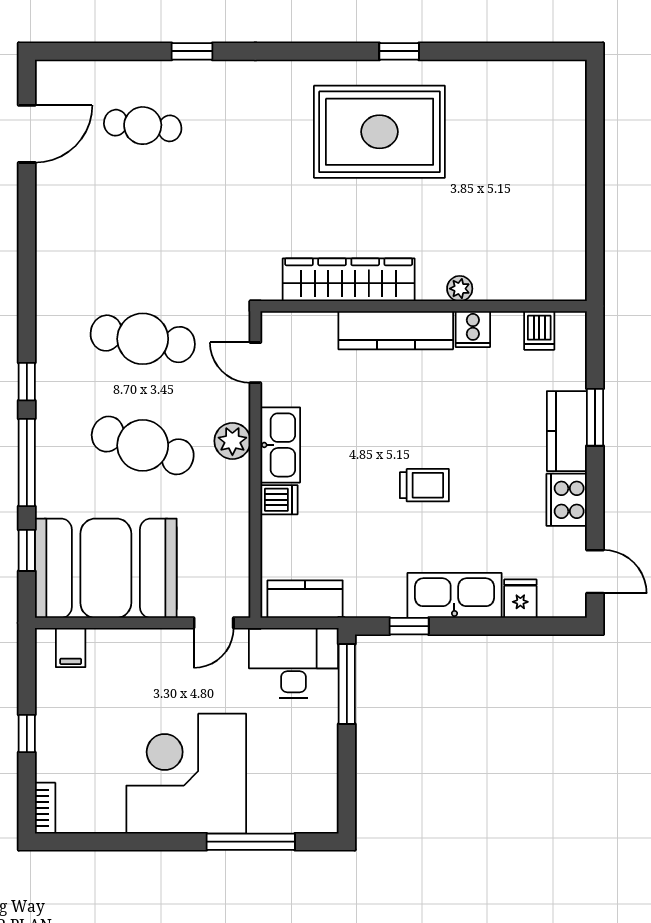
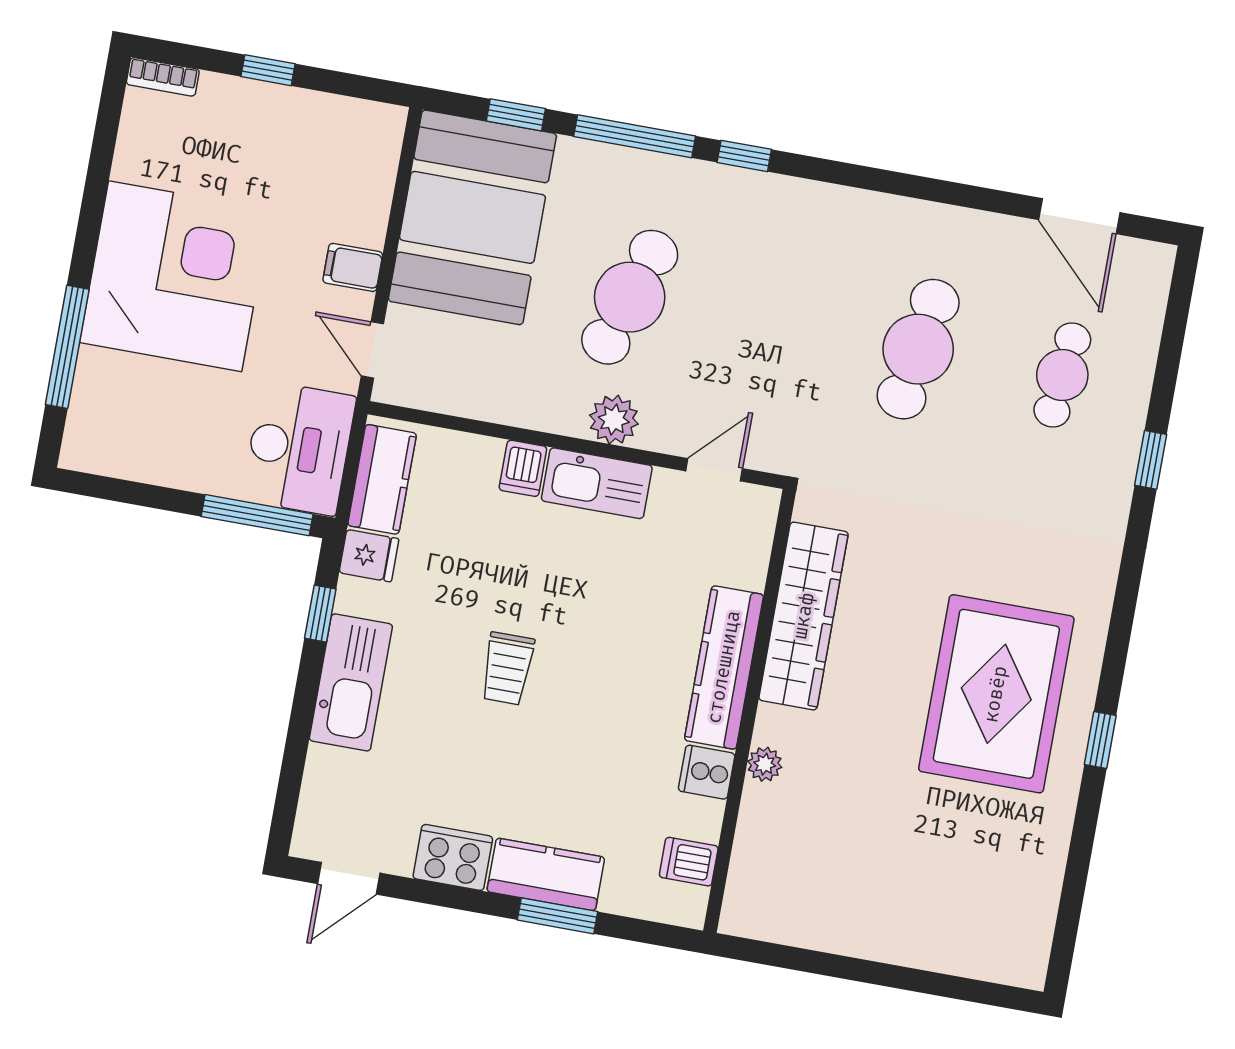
cafe table: (143, 339) -> (918, 349), moved
fridge: (520, 599) -> (369, 556), moved
filing cabinet: (71, 647) -> (353, 267), moved

